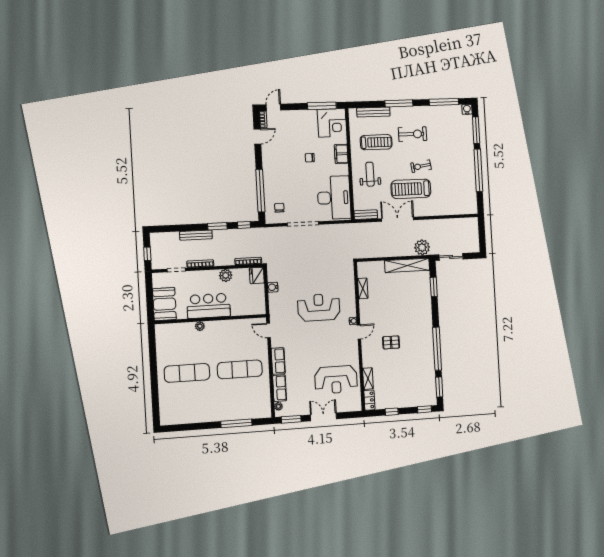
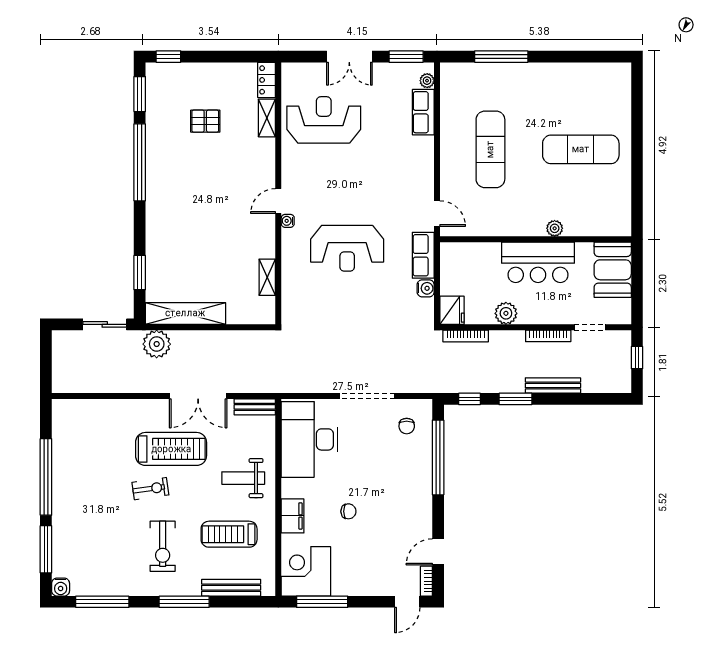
exercise bike: (412, 134) -> (163, 546), turned -90
weight bench: (370, 174) -> (243, 478), turned 90
pallet: (391, 342) -> (205, 121), moved
row of seats: (278, 361) -> (423, 255), moved
exercise mat: (240, 369) -> (490, 149), turned 90
window: (392, 412) -> (228, 57), removed

